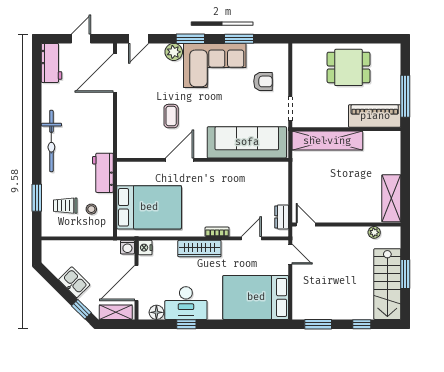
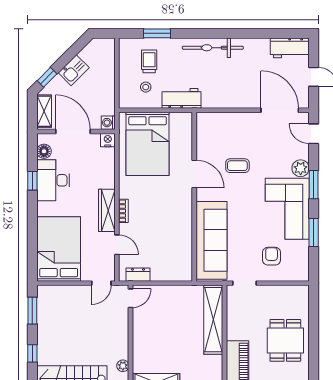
armchair: (263, 81) -> (272, 256), turned 180
wardrobe: (199, 249) -> (107, 210), moved

